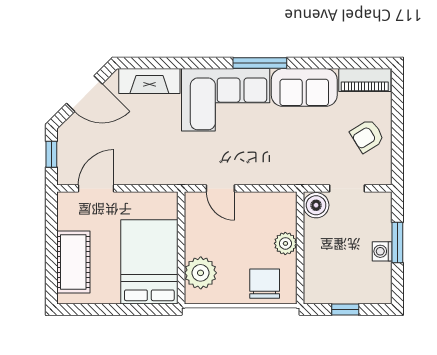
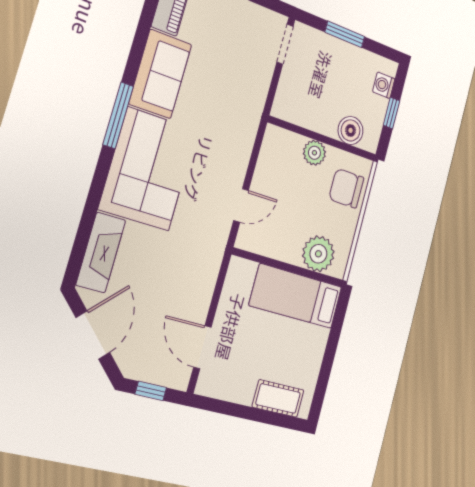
armchair: (367, 136) -> (232, 24), removed
doorway: (347, 188) -> (285, 44), moved
boiler: (316, 205) -> (351, 130), moved
washing machine: (382, 251) -> (384, 85), moved, turned 90
cot: (73, 262) -> (278, 398), width x0.73, depth x0.75
bed: (149, 262) -> (296, 296), width x0.67

